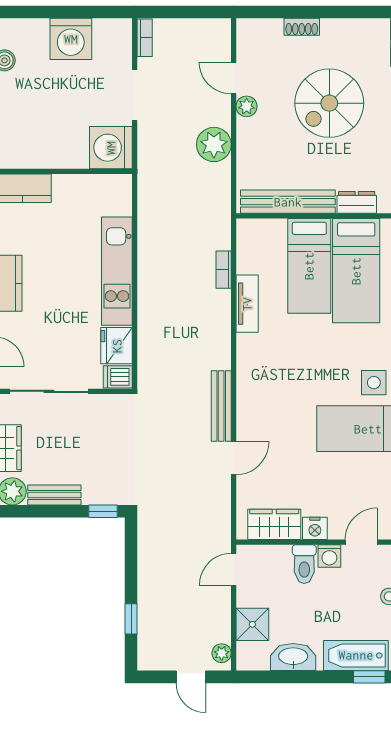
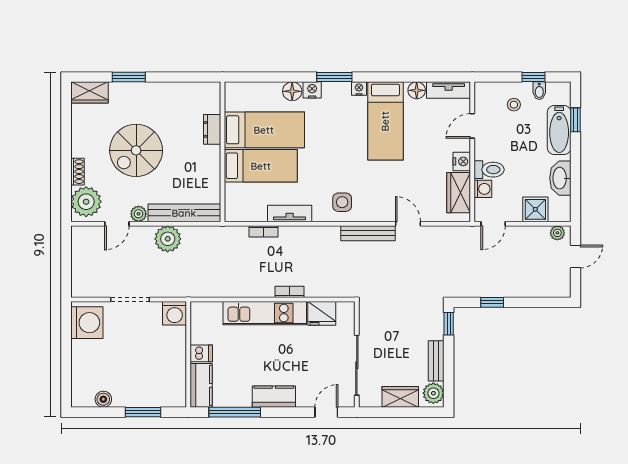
bookcase: (145, 38) -> (289, 292), moved
plant: (262, 38) -> (86, 202), added
washing machine: (71, 39) -> (87, 323), moved
spiral stairs: (329, 103) -> (136, 150), turned 90
washing machine: (111, 148) -> (175, 313), width x0.73, depth x0.73
bench: (288, 202) -> (184, 213), moved, turned 90
dishwasher: (118, 377) -> (201, 353), moved, turned -90
side table: (374, 383) -> (342, 202), moved
door: (361, 542) -> (472, 126), hinge flipped
washing machine: (329, 556) -> (483, 189), moved
door: (234, 569) -> (493, 224), hinge flipped
window: (131, 619) -> (492, 302), moved

